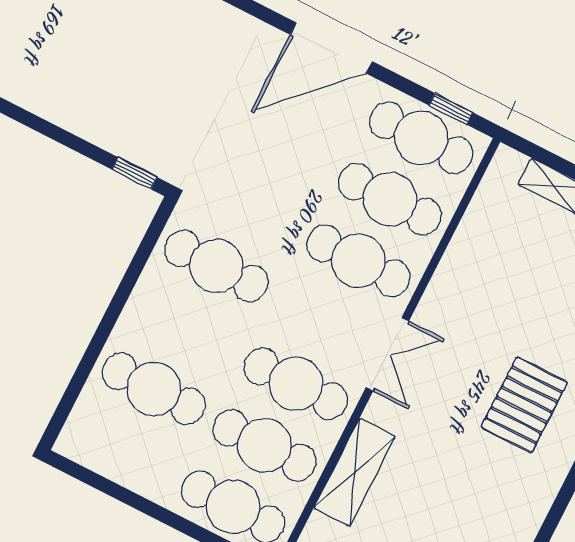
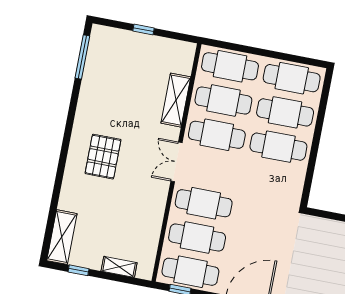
window: (134, 173) -> (325, 214), removed
cafe table: (216, 266) -> (278, 147), moved
cafe table: (122, 450) -> (292, 78), added

